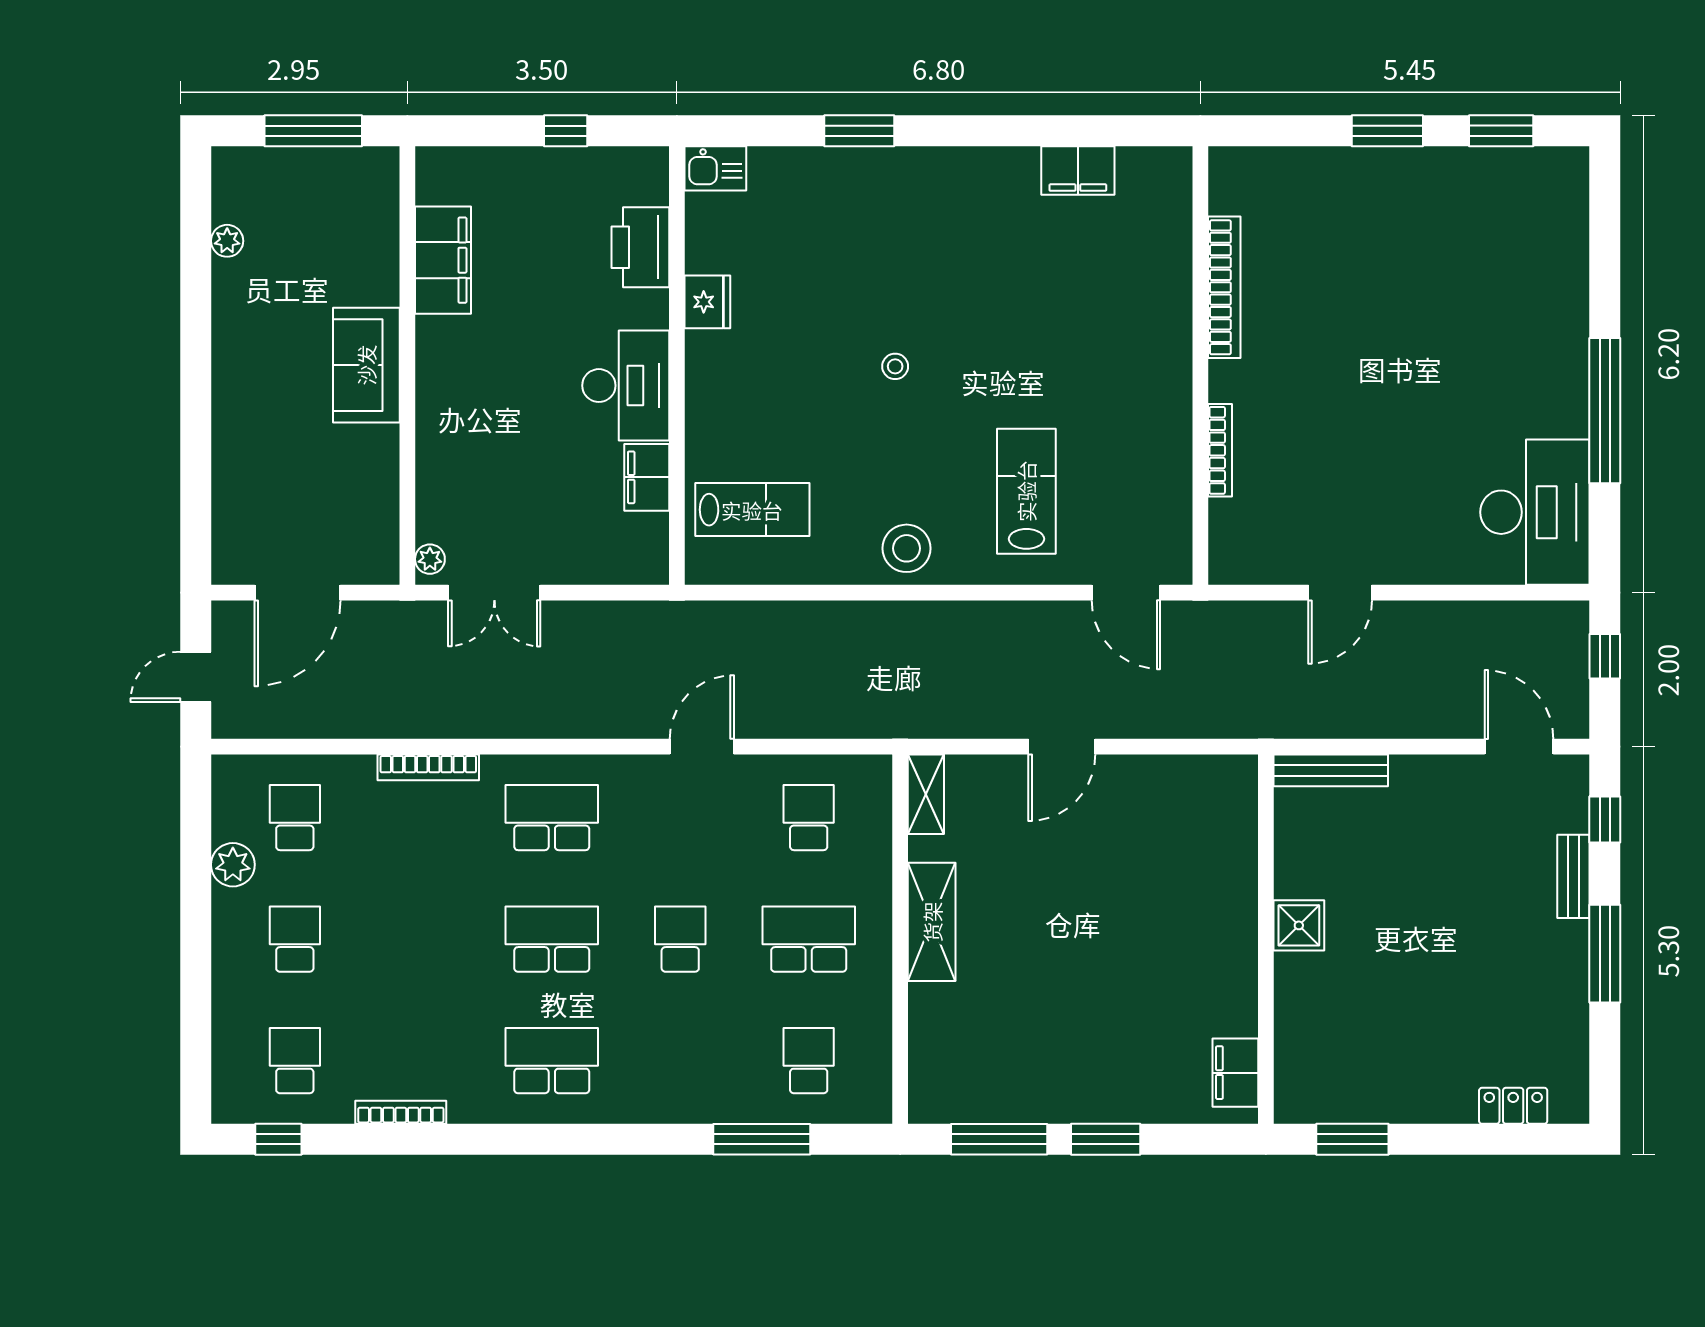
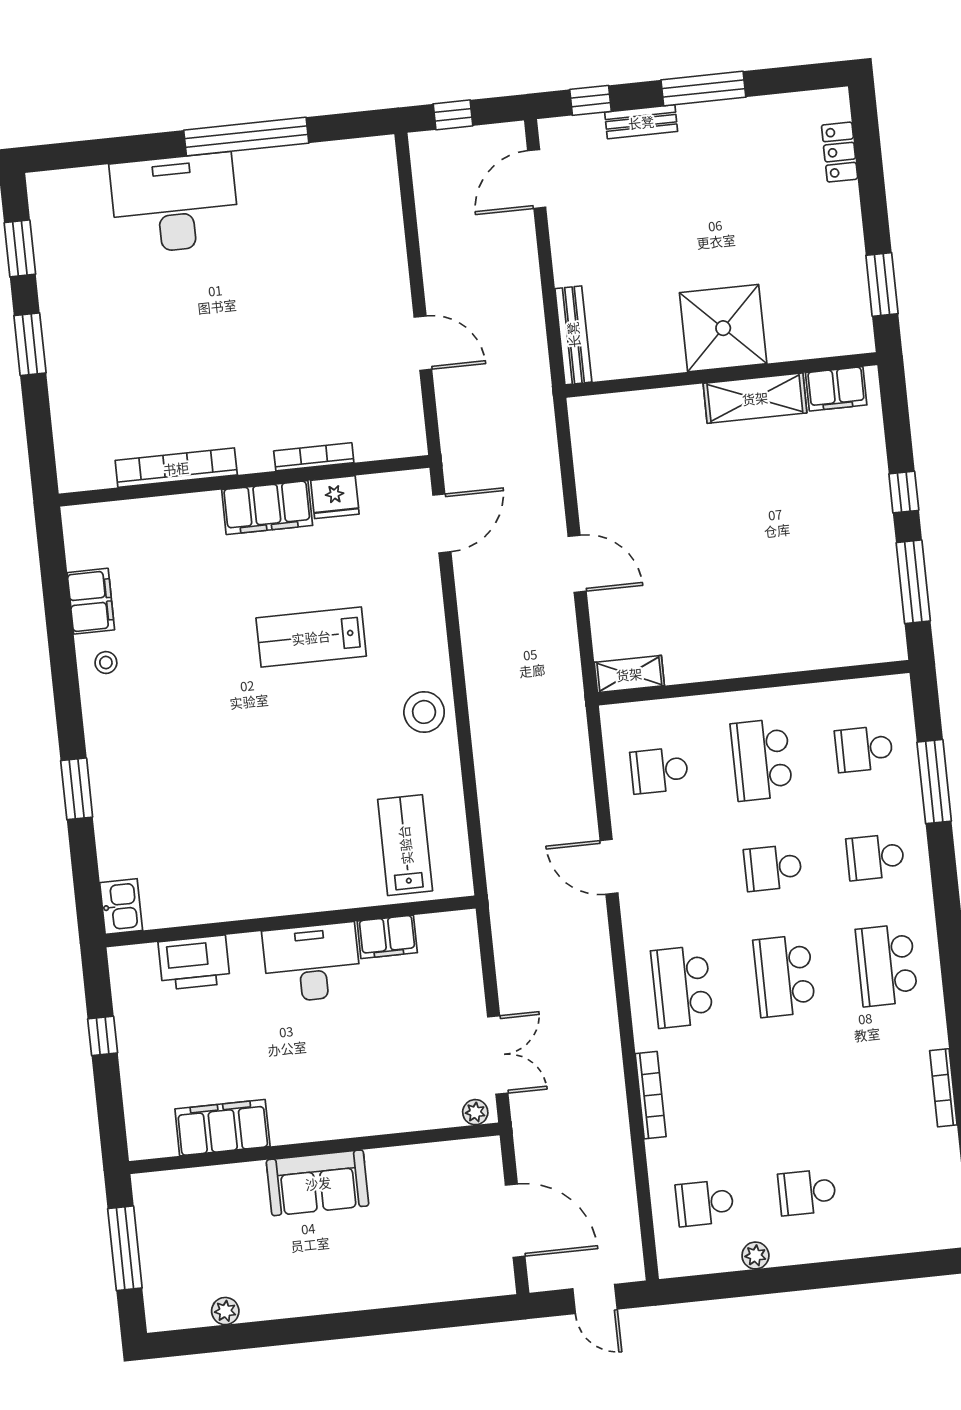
fridge: (707, 302) -> (335, 497), moved, turned 180
stool: (895, 366) -> (106, 663), moved
filing cabinet: (1166, 389) -> (267, 508), added
lab bench: (1026, 491) -> (311, 637), moved
desk: (1535, 512) -> (175, 204), moved
plant: (233, 865) -> (755, 1255), width x0.73, depth x0.73
shelving: (932, 922) -> (755, 398), moved
shower: (1299, 925) -> (723, 328), width x1.86, depth x1.86
school desk: (295, 1061) -> (875, 857), moved
window: (1106, 1139) -> (904, 492), width x0.67

